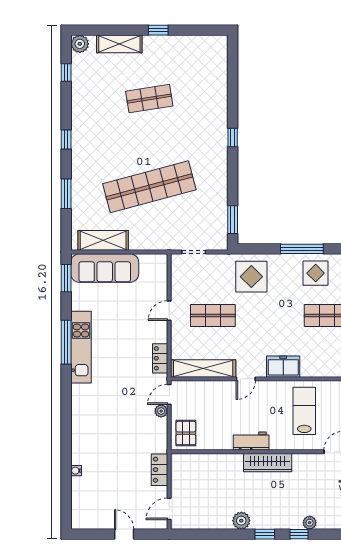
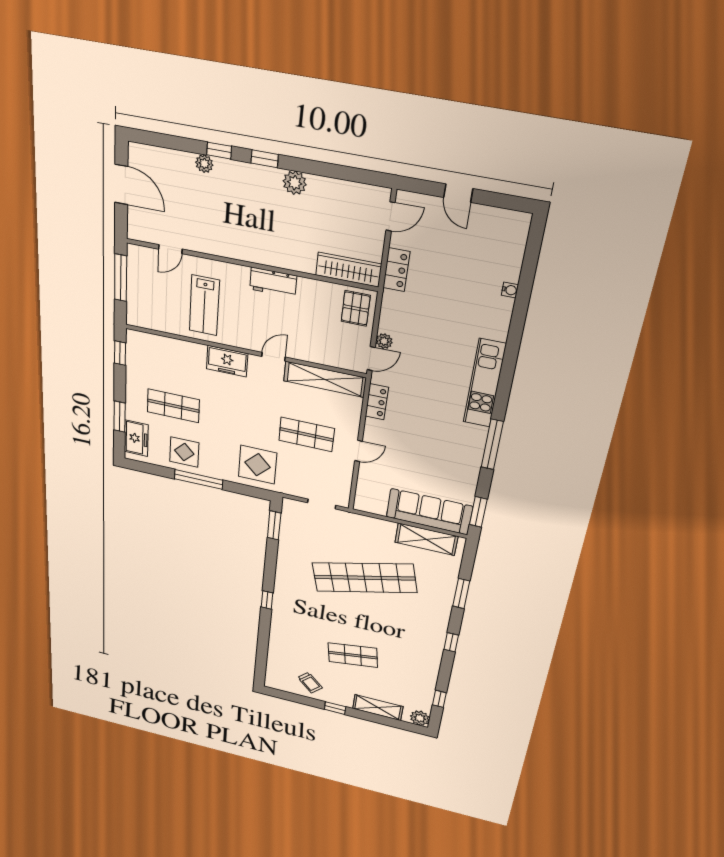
trolley: (185, 53) -> (310, 683), added
kitchen unit: (81, 347) -> (485, 383), moved
wardrobe: (268, 463) -> (349, 270), moved

